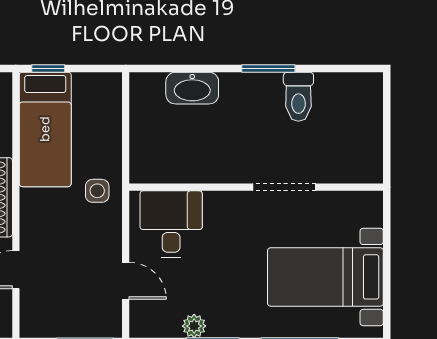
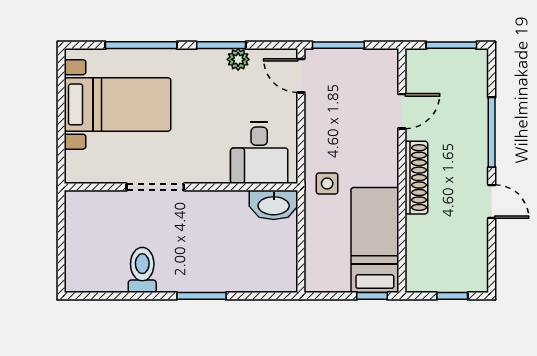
window: (268, 68) -> (201, 296), moved
washbasin: (192, 88) -> (274, 205), moved, turned 180
door: (126, 281) -> (301, 76), moved

